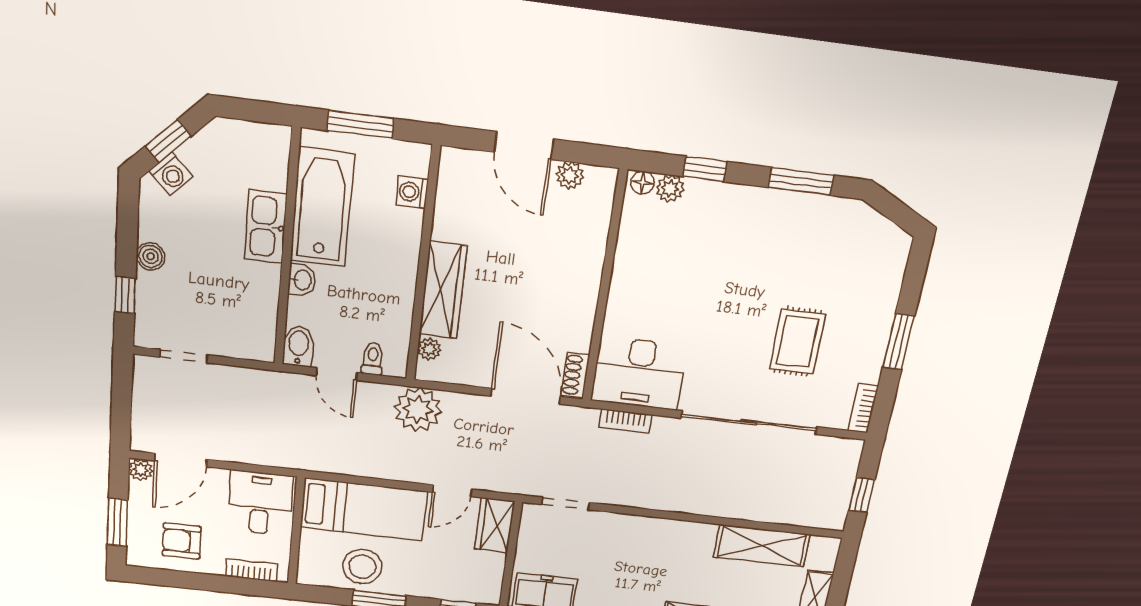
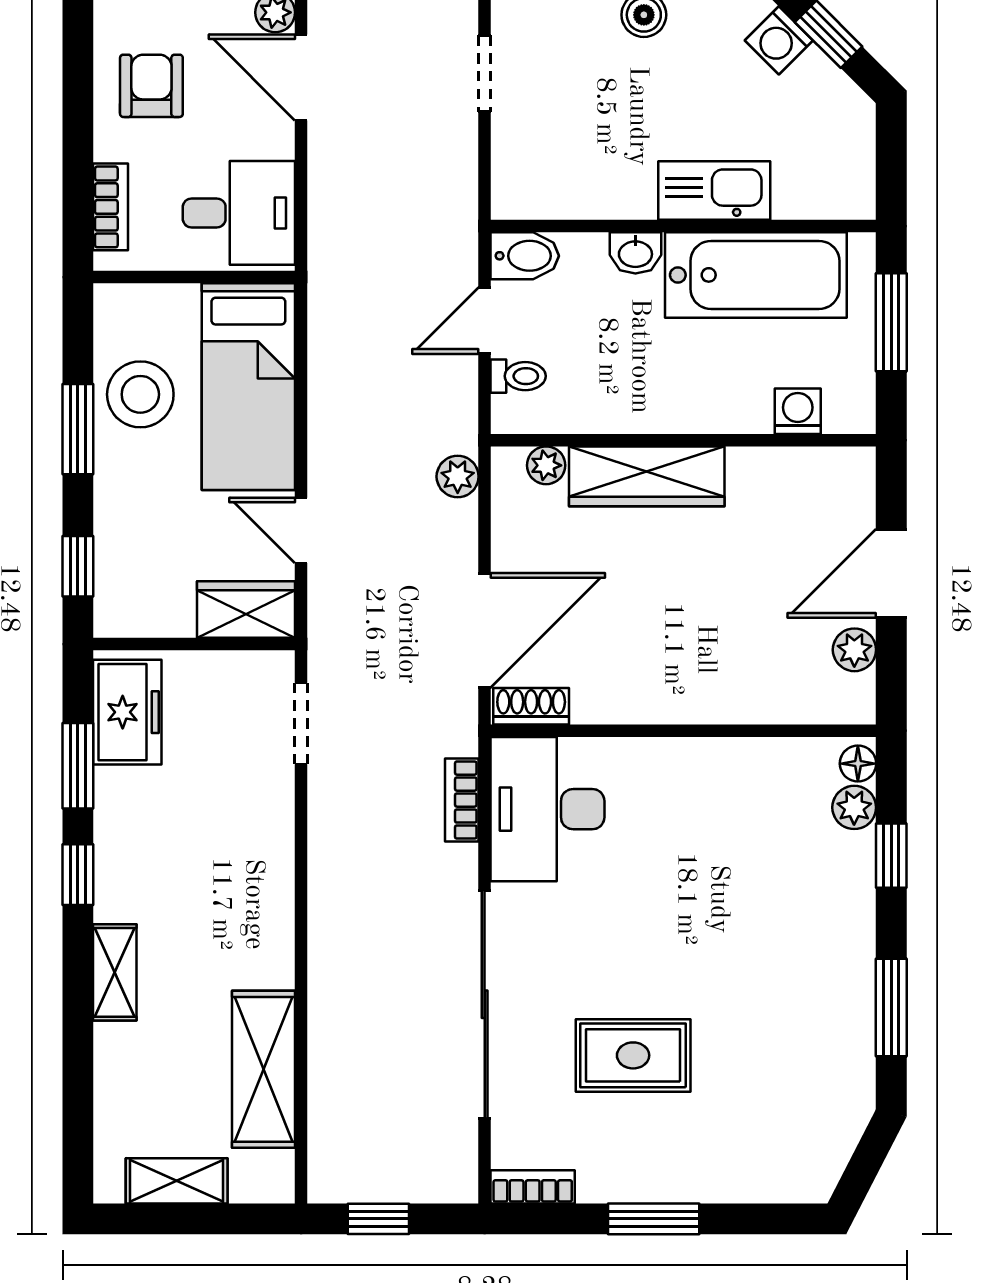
plant: (418, 410) -> (458, 477), width x0.53, depth x0.53

